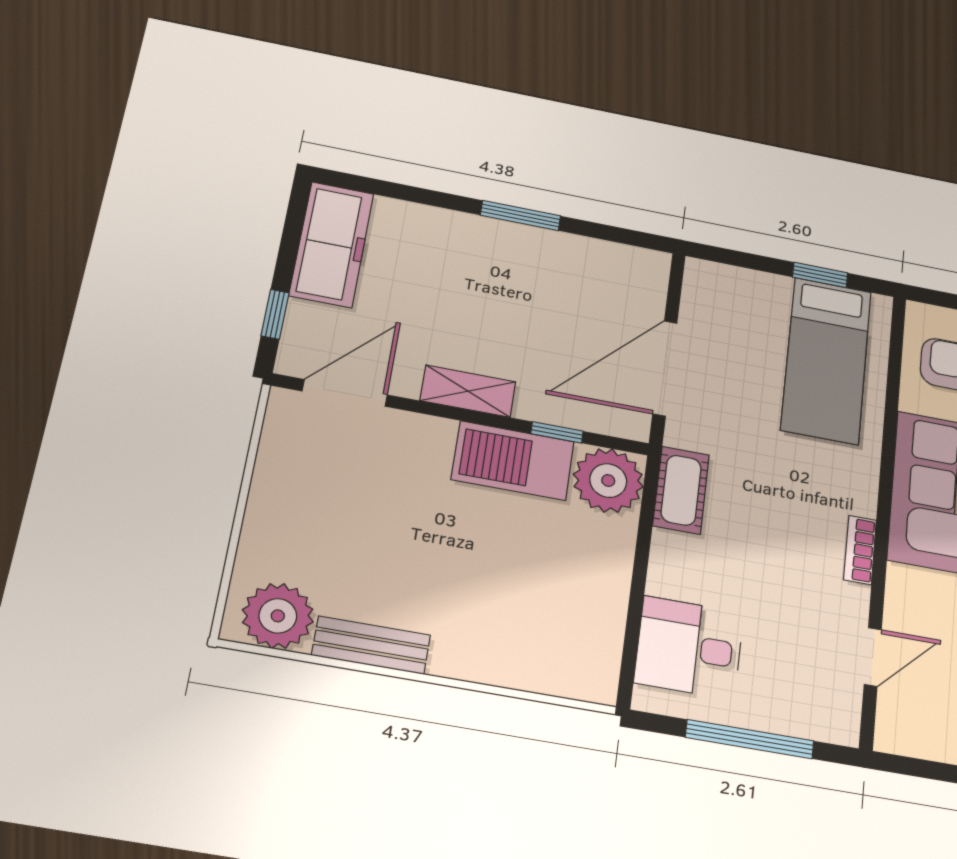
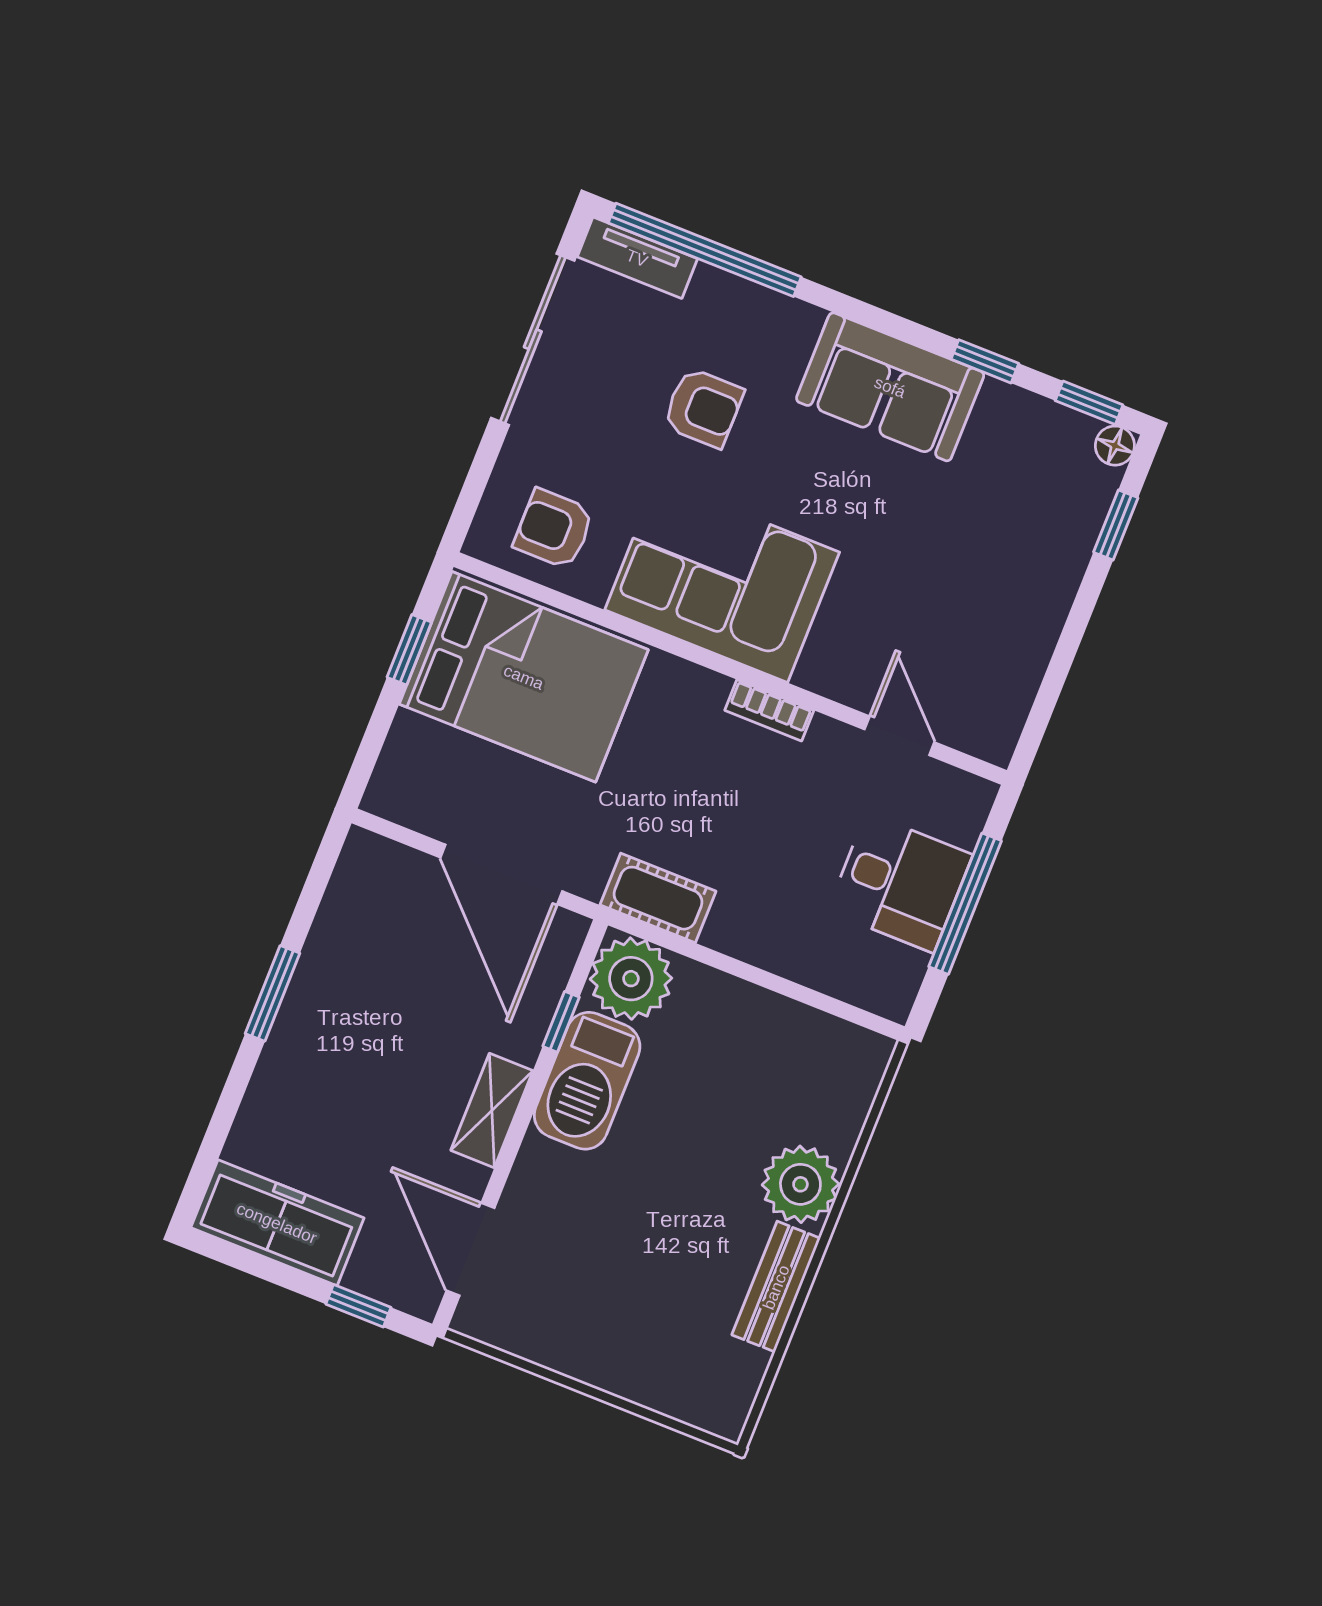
bed: (826, 360) -> (524, 677), width x1.50
plant: (278, 616) -> (800, 1184), moved
desk: (689, 648) -> (900, 883), moved, turned -90

